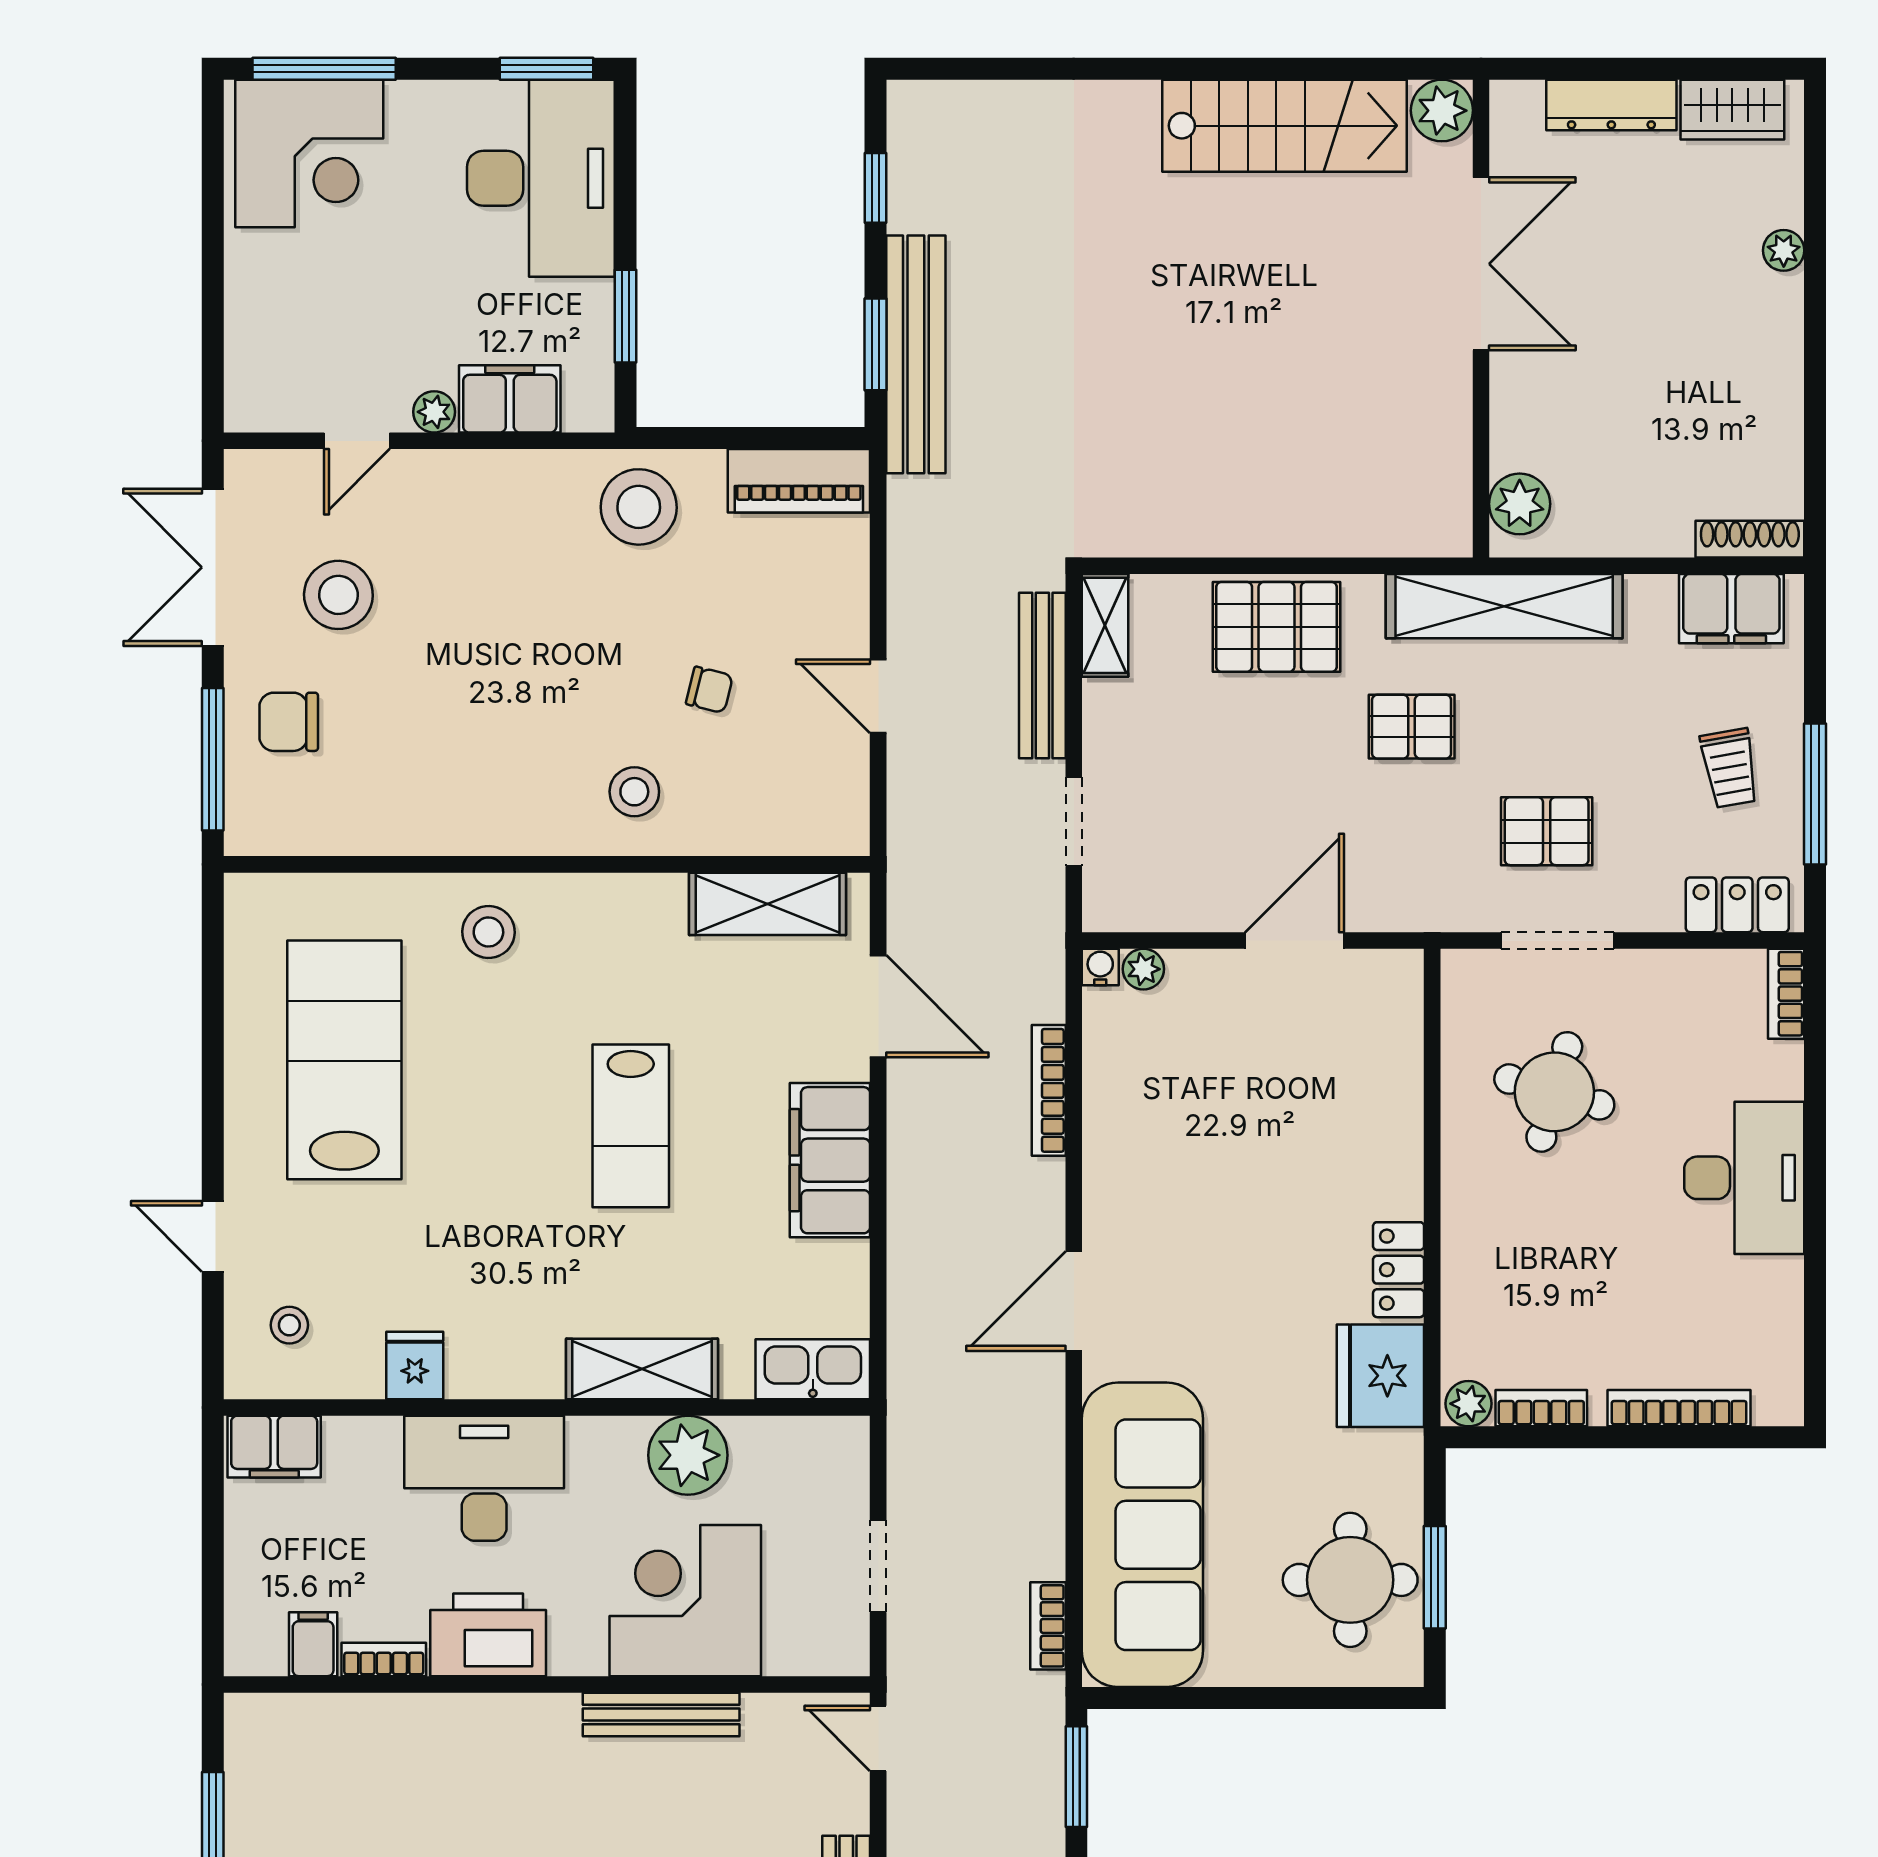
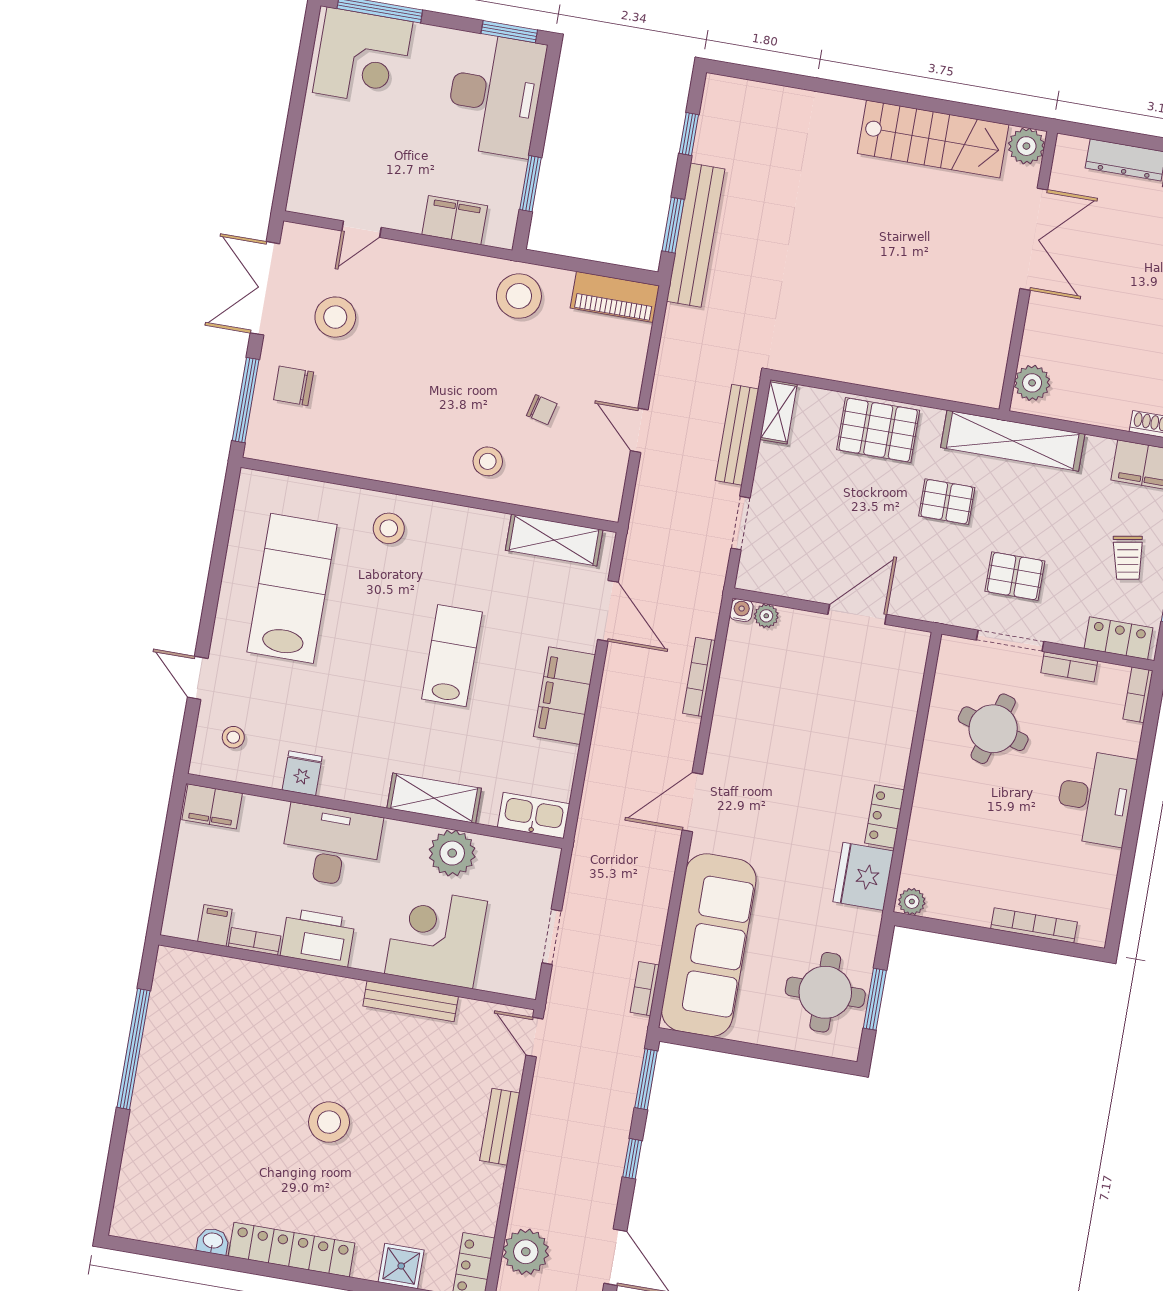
plant: (434, 412) -> (409, 220), removed
lab bench: (631, 1126) -> (452, 656), turned 180
bookcase: (1541, 1408) -> (1069, 667), moved, turned 180

